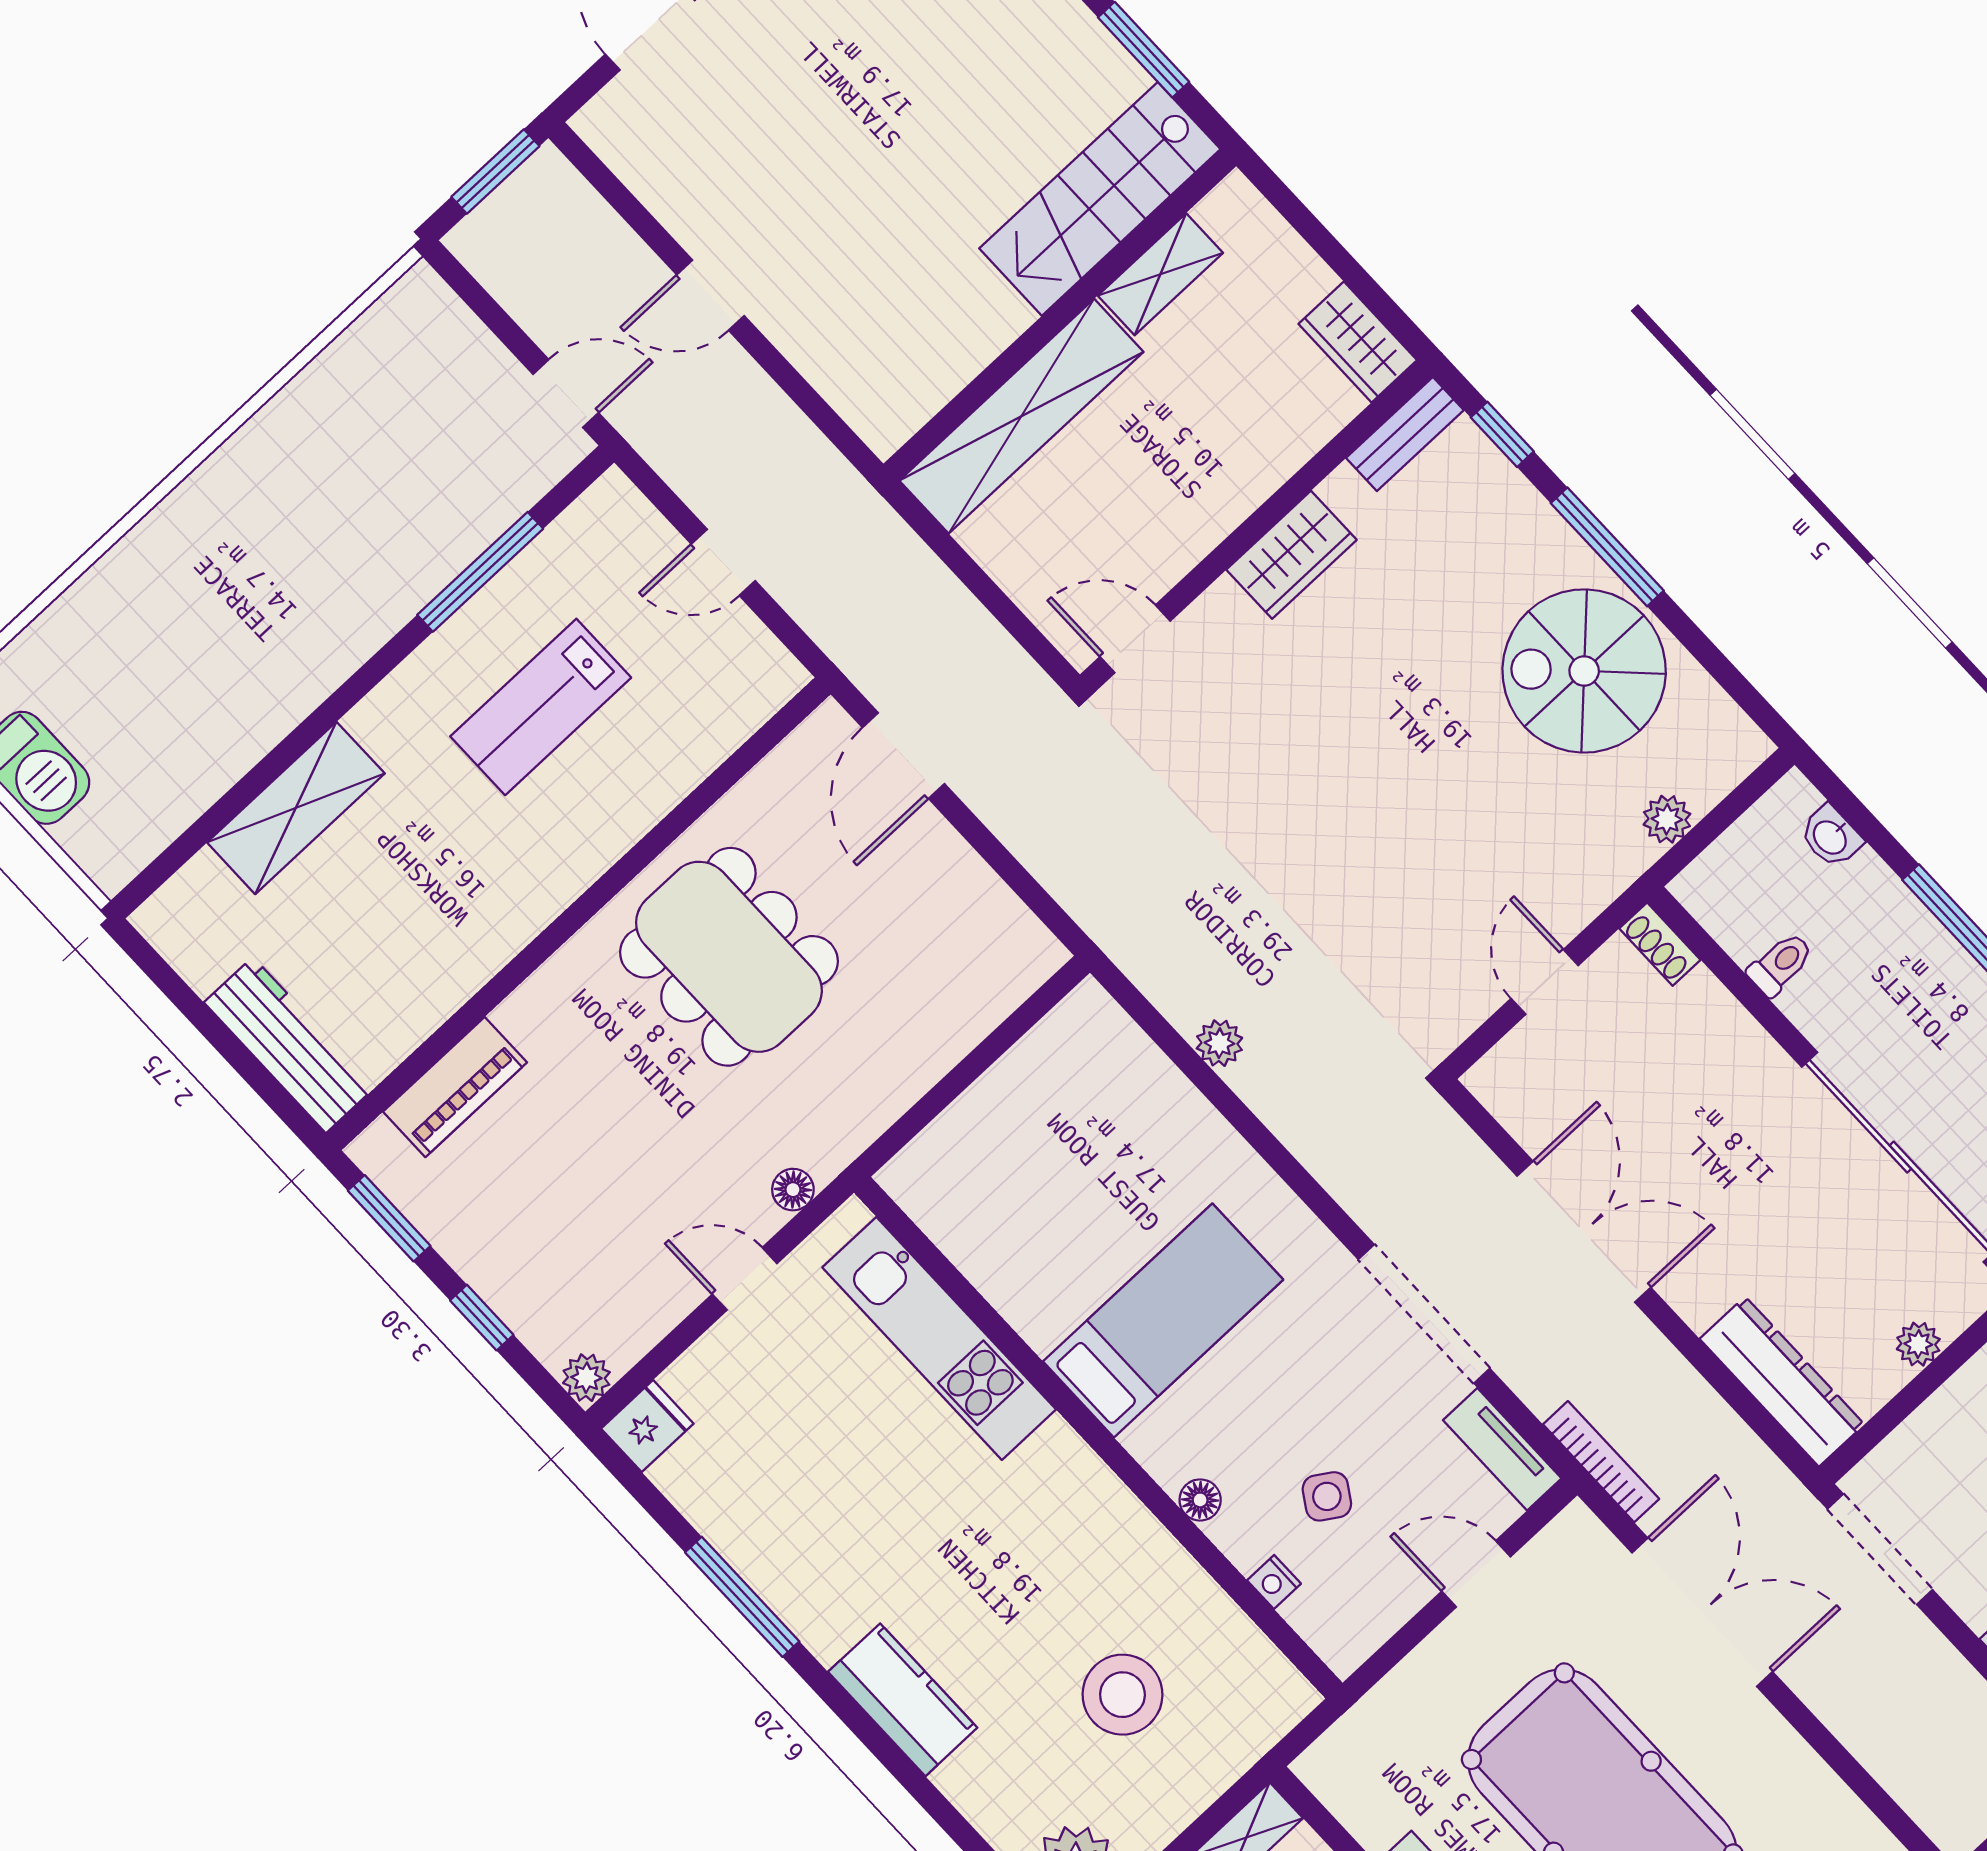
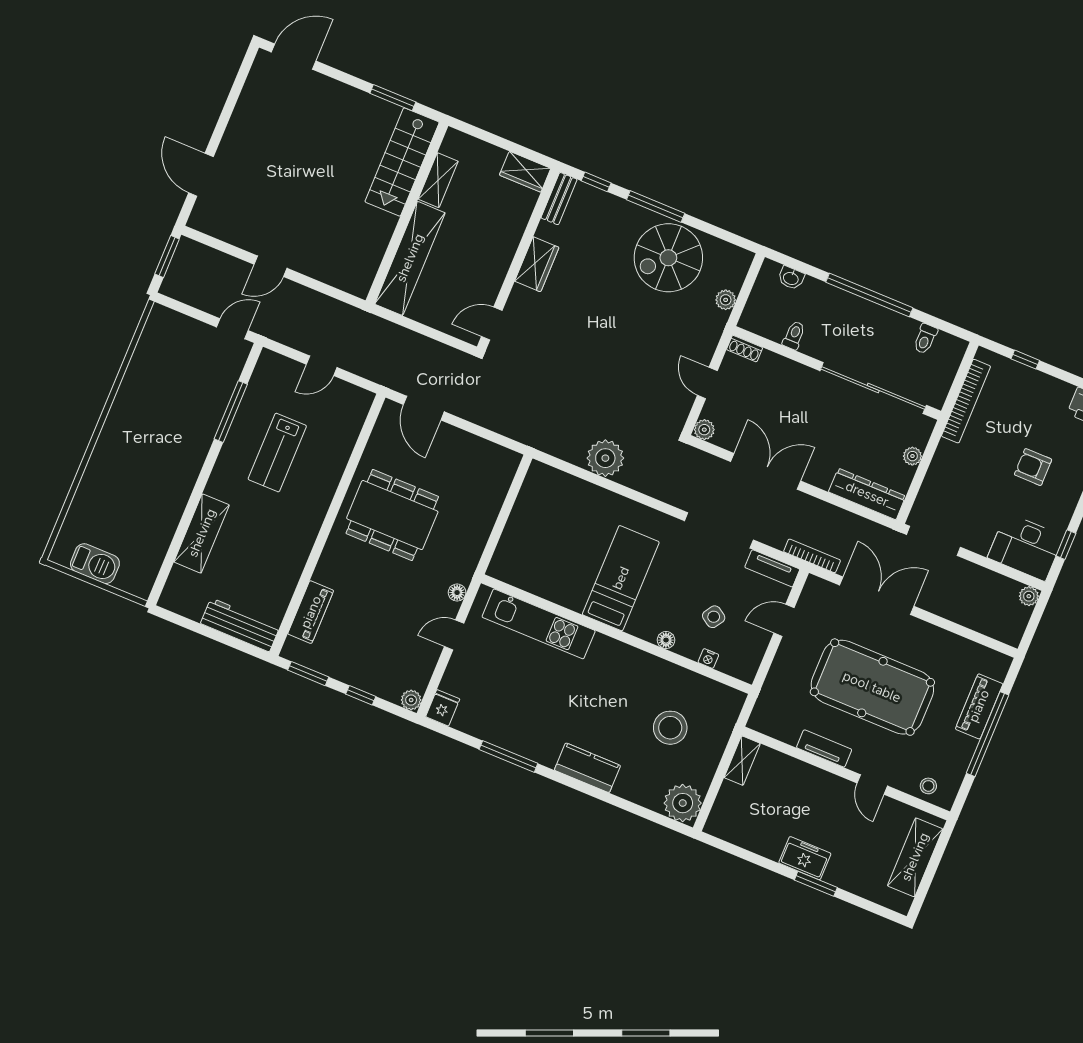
plant: (1219, 1043) -> (605, 458), width x1.88, depth x1.88
plant: (1492, 1080) -> (704, 430), added

